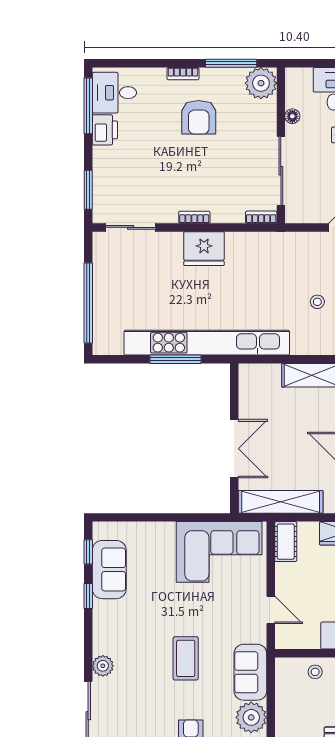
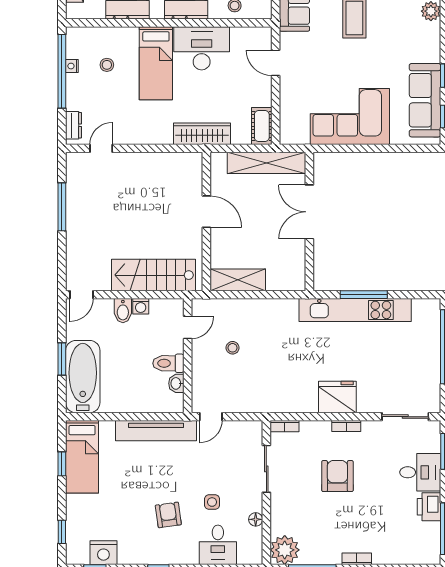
desk: (114, 93) -> (420, 472), moved
armchair: (199, 117) -> (337, 476), moved
sliding door: (281, 171) -> (266, 469), width x0.73
kitchen unit: (207, 343) -> (355, 310), width x0.73
corner sofa: (219, 552) -> (350, 117), moved
sofa: (109, 570) -> (425, 100), width x1.36

